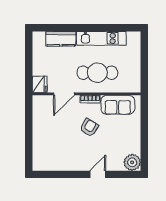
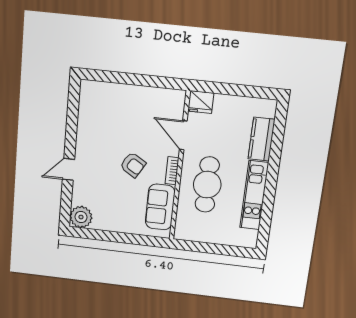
door: (98, 174) -> (68, 169), swing flipped

